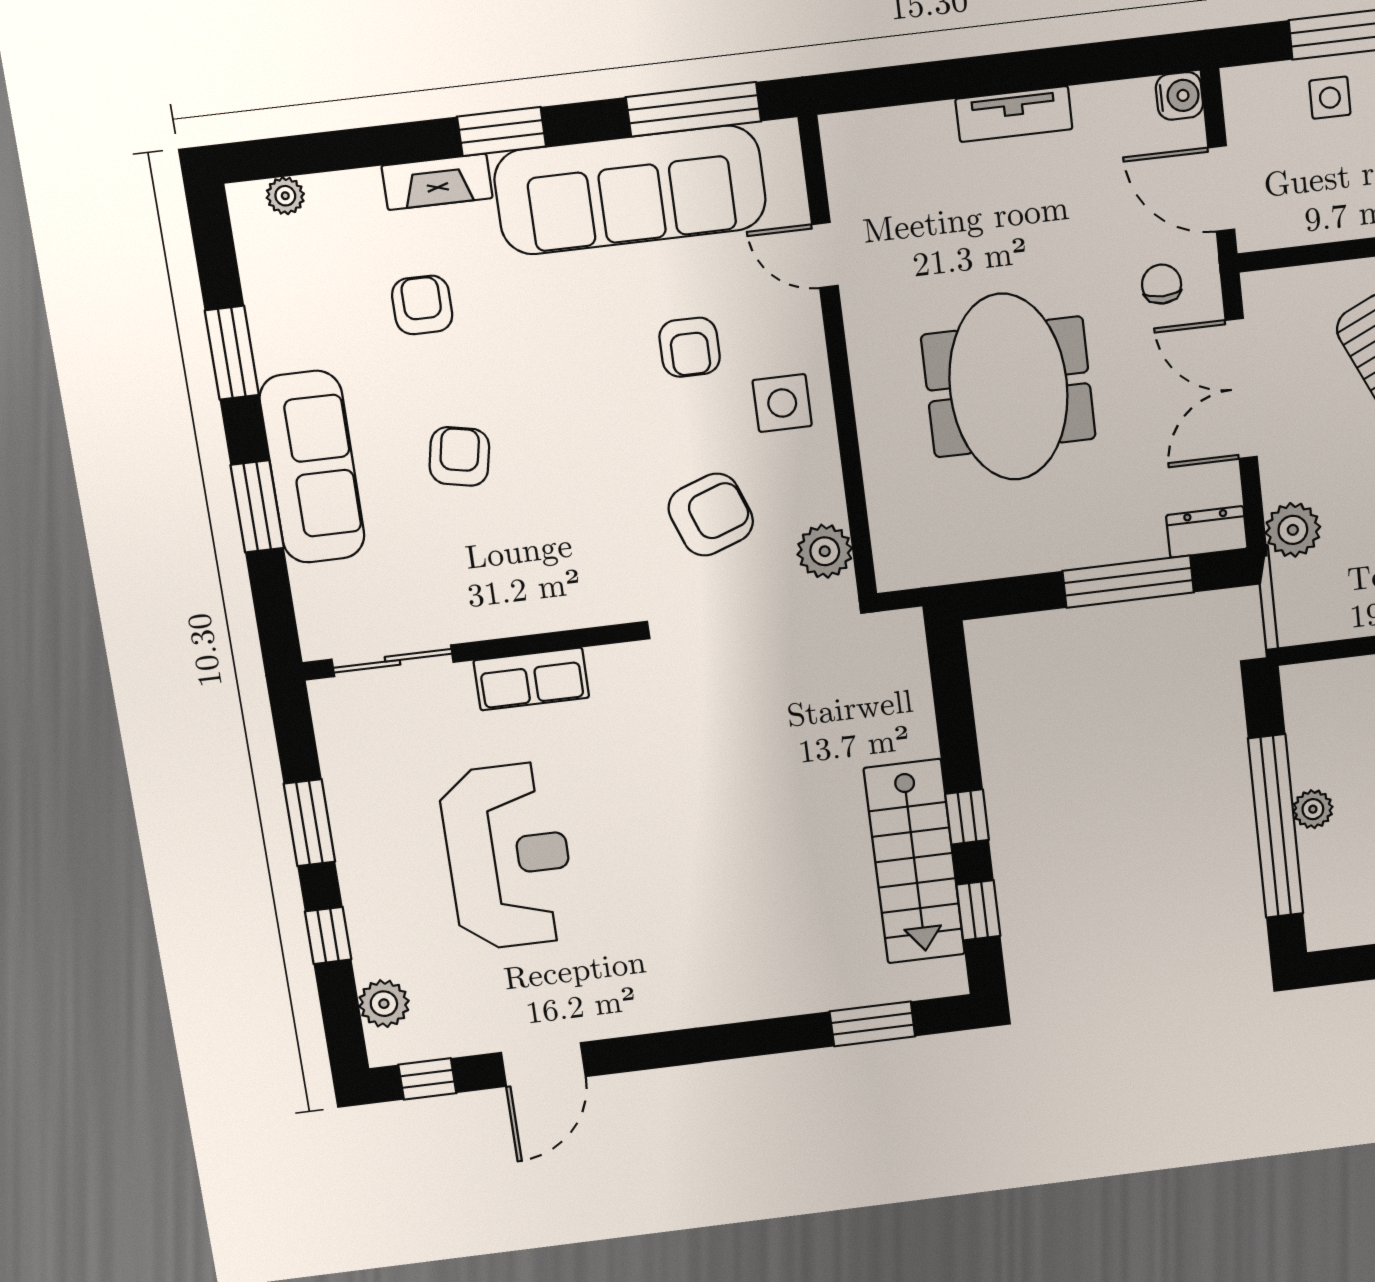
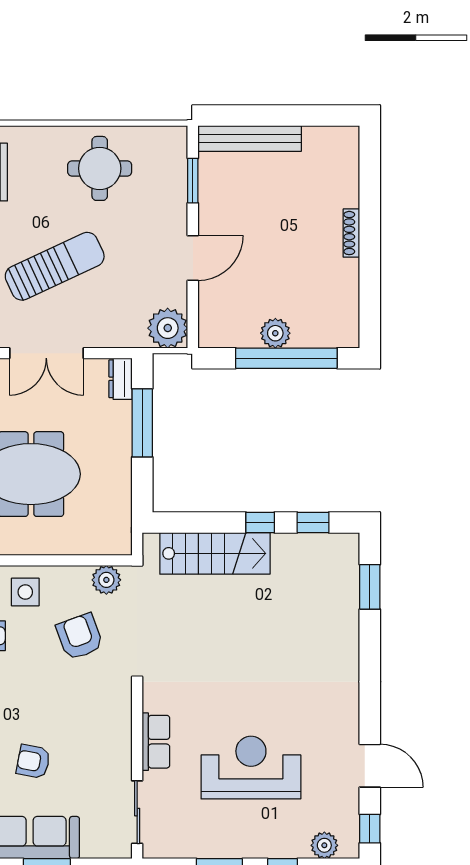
plant: (1293, 530) -> (168, 328), moved, width x1.36, depth x1.36
plant: (1313, 809) -> (275, 333), width x1.38, depth x1.38
stairs: (914, 861) -> (215, 553), moved

